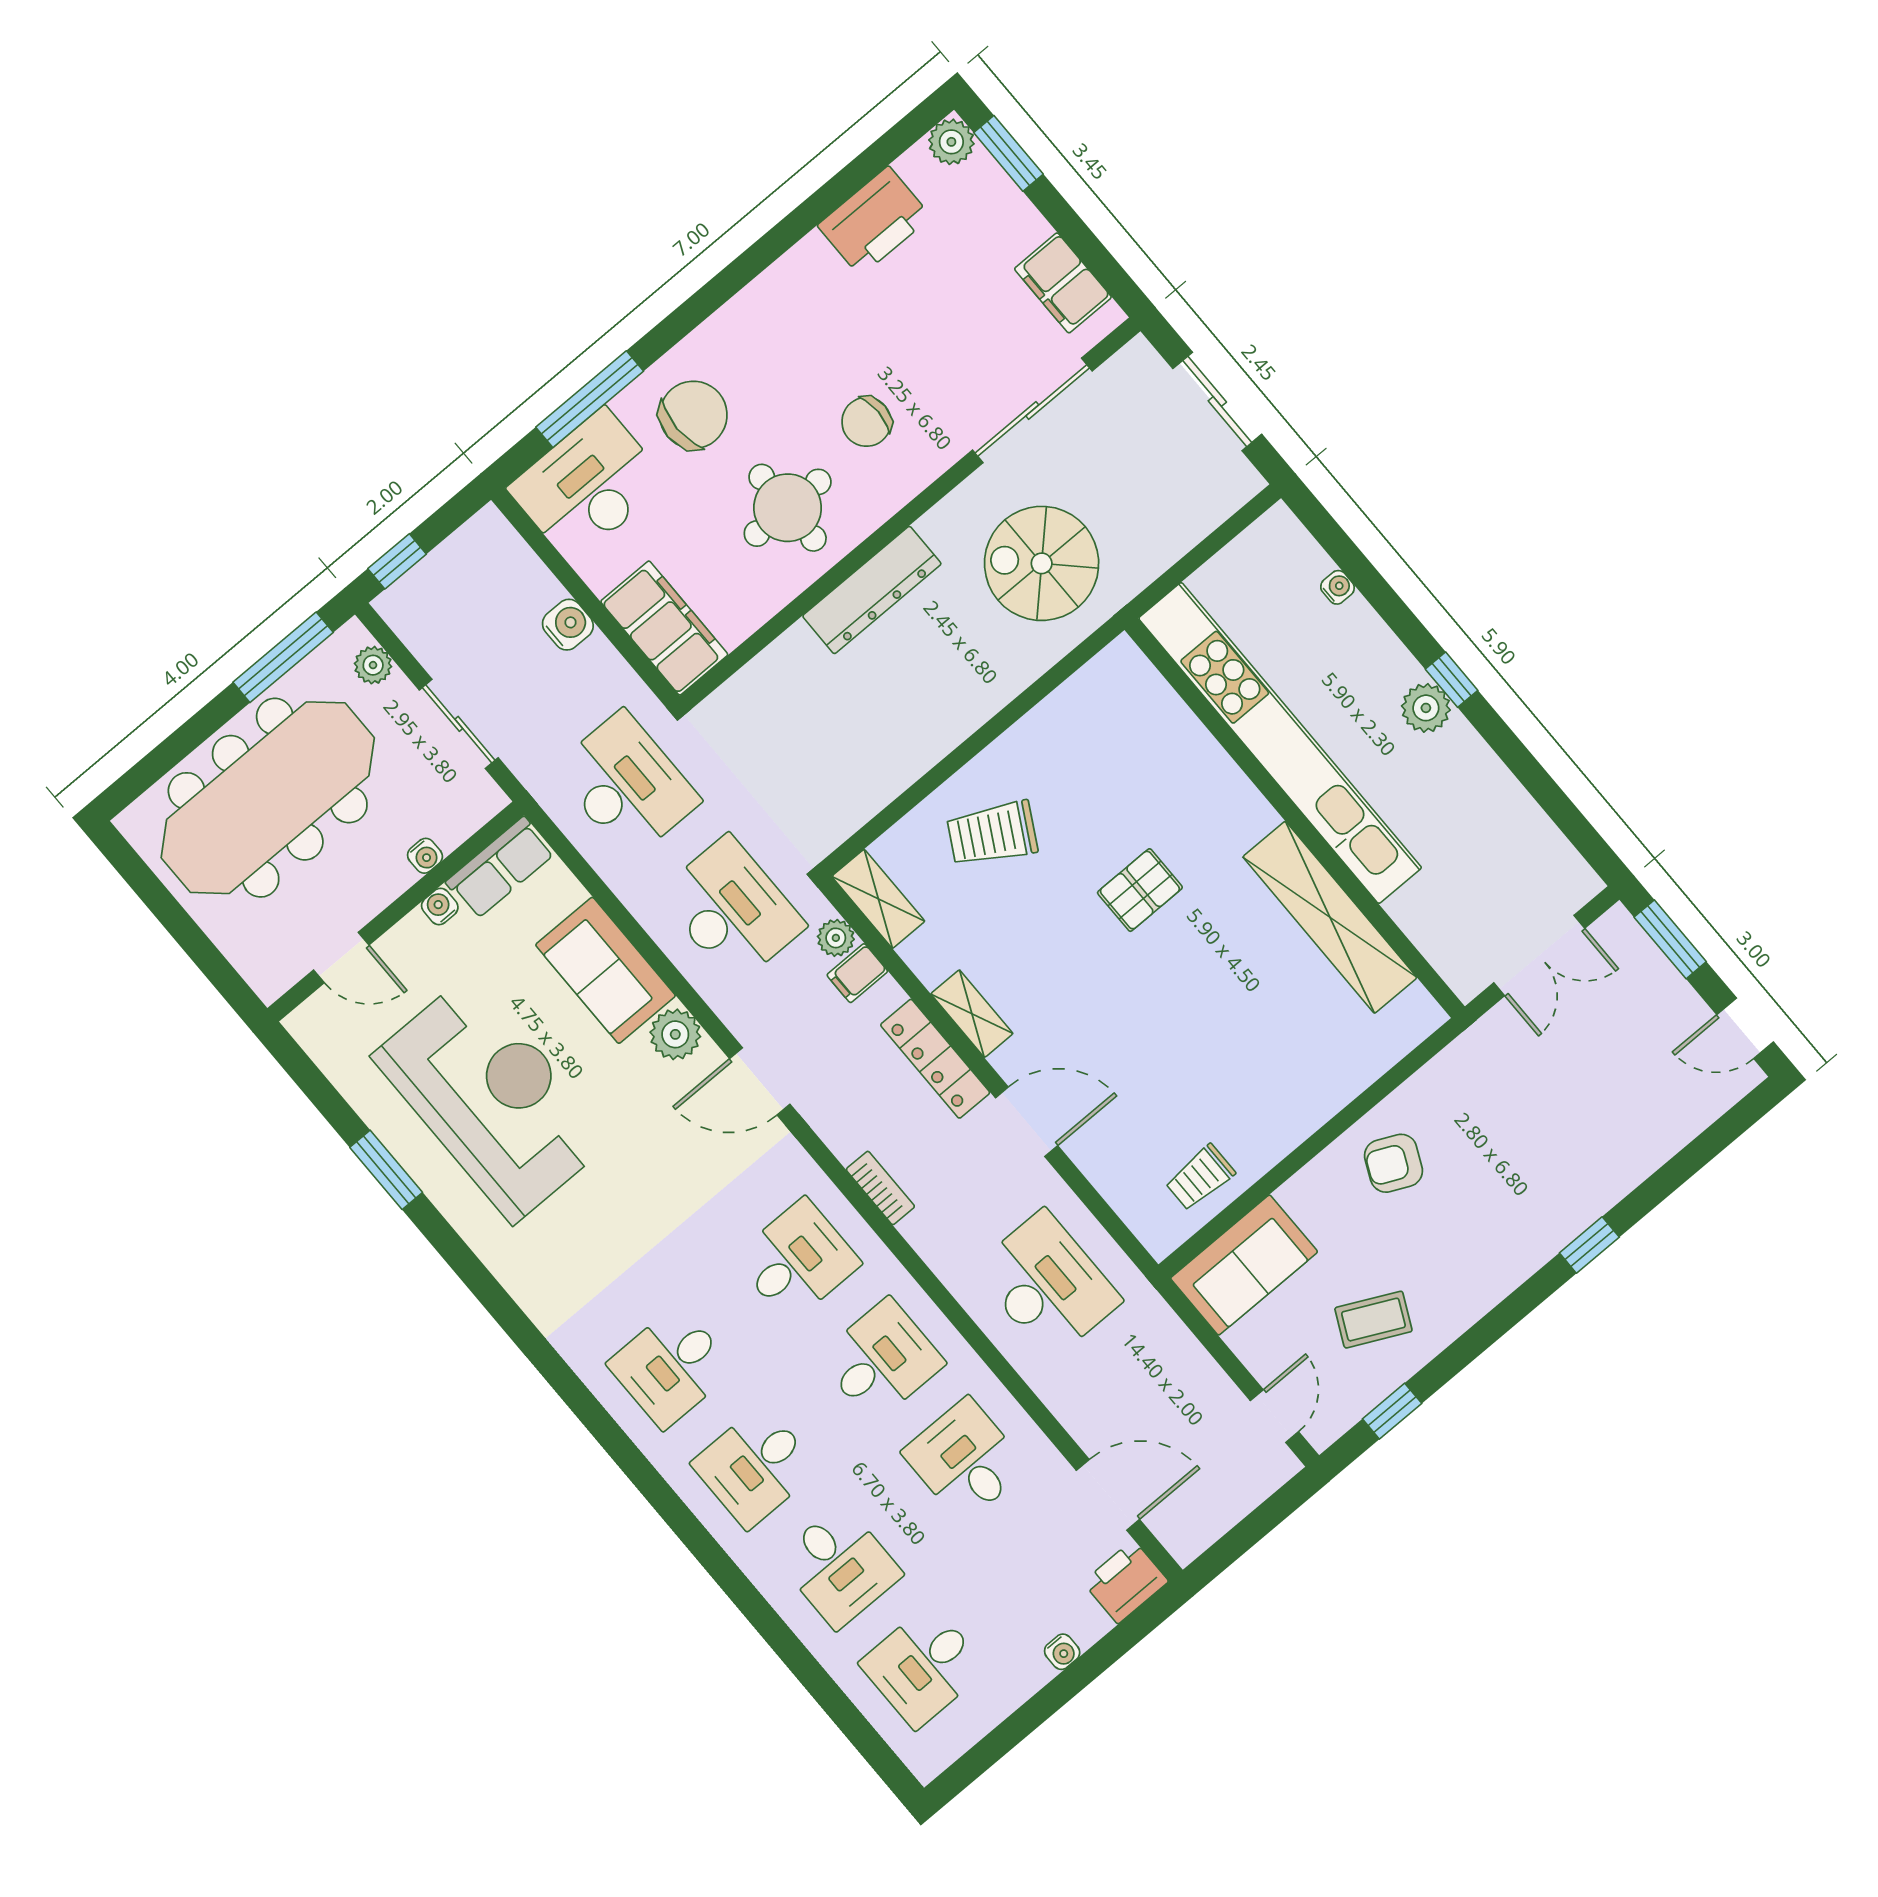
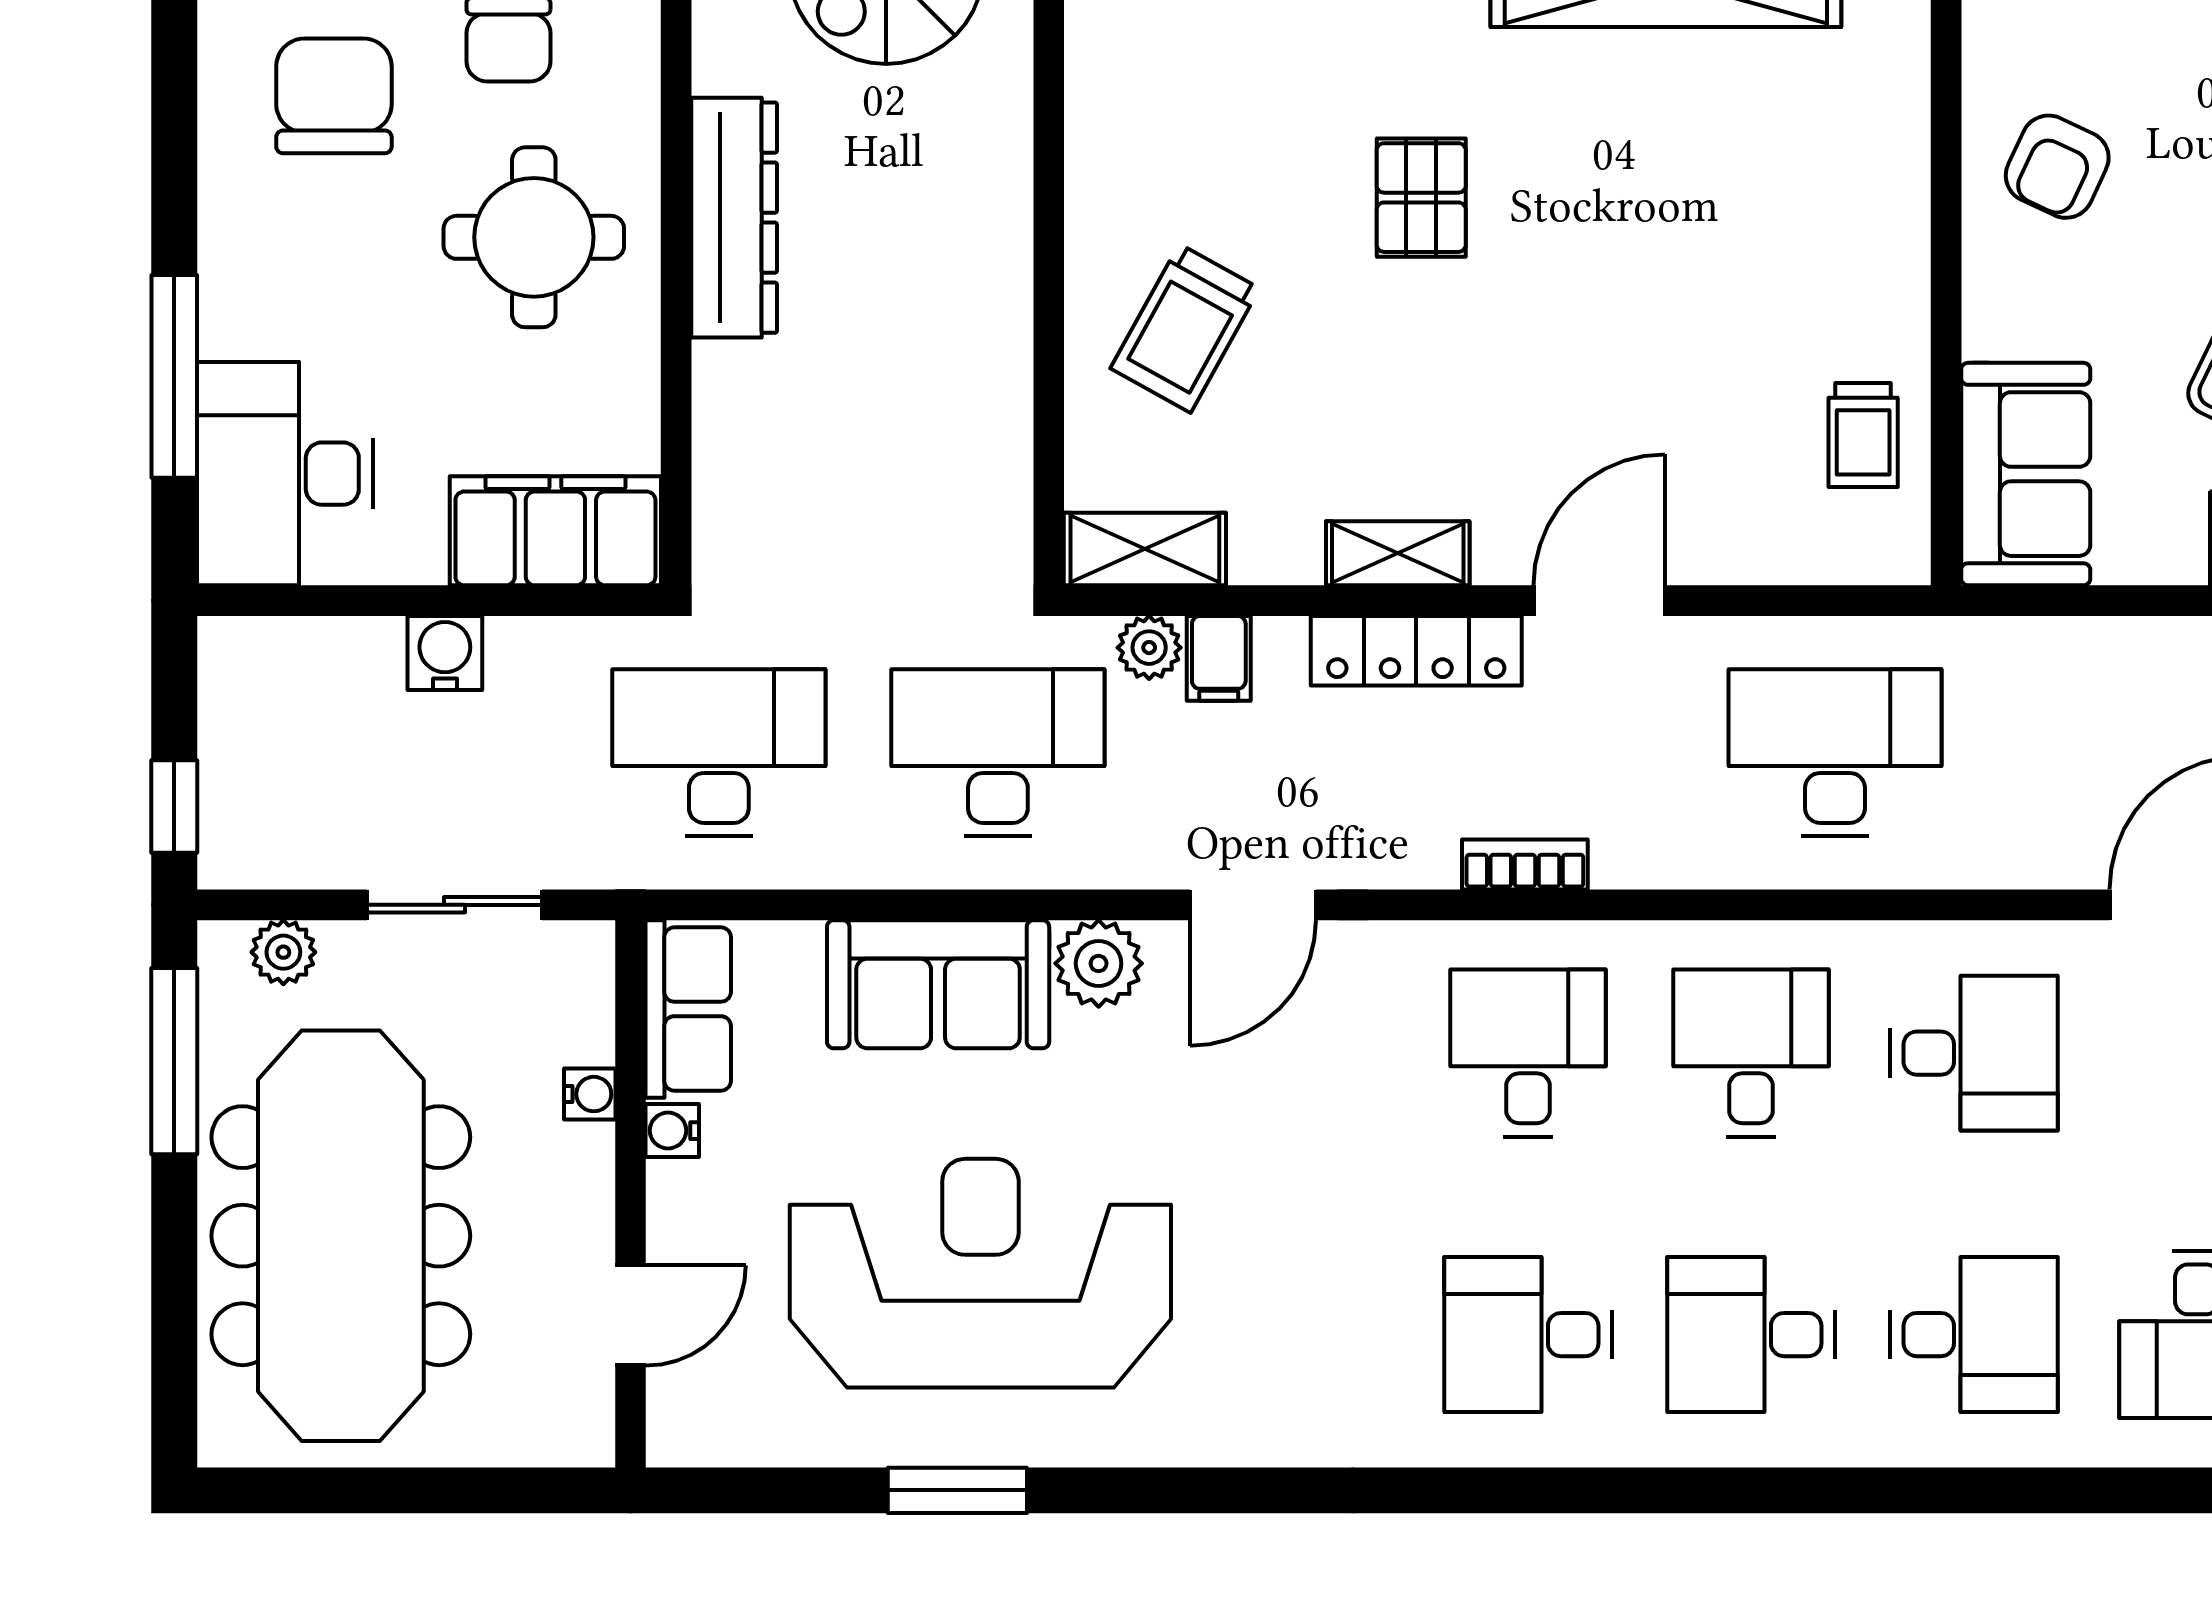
chair: (693, 415) -> (334, 96), moved
desk: (671, 1367) -> (1528, 1335), turned 90
desk: (965, 1460) -> (1974, 1053), turned 180
desk: (755, 1466) -> (1751, 1335), turned 90

